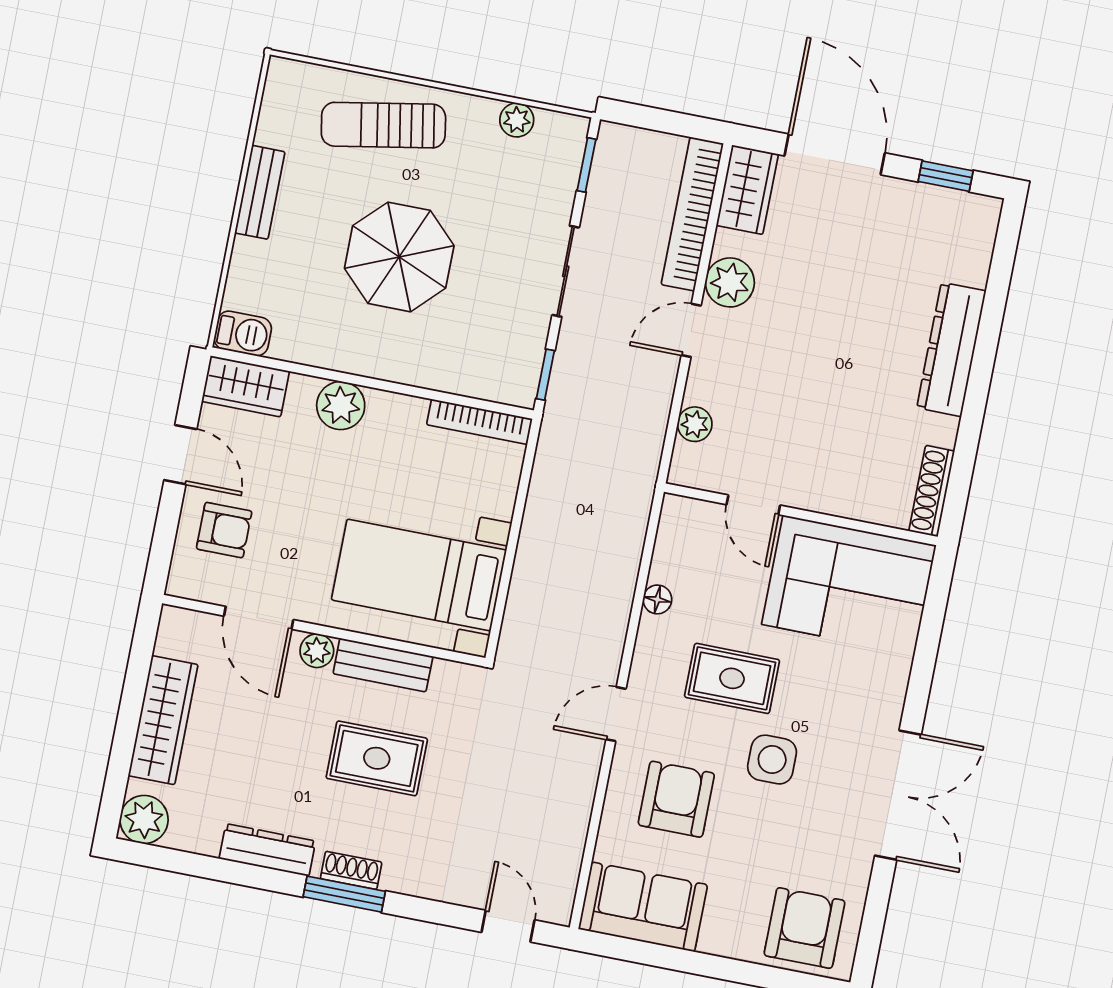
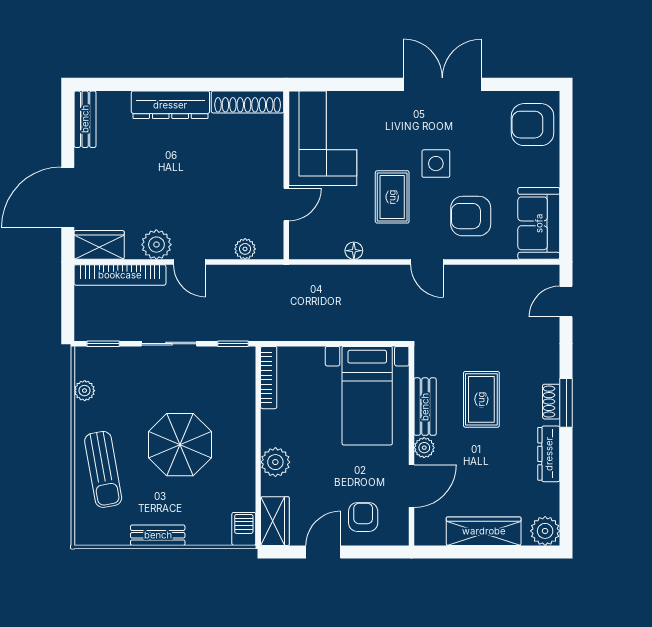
window: (946, 176) -> (68, 128), removed
bench: (955, 207) -> (85, 119), added
shoe rack: (932, 491) -> (248, 102), width x1.36, depth x1.24

